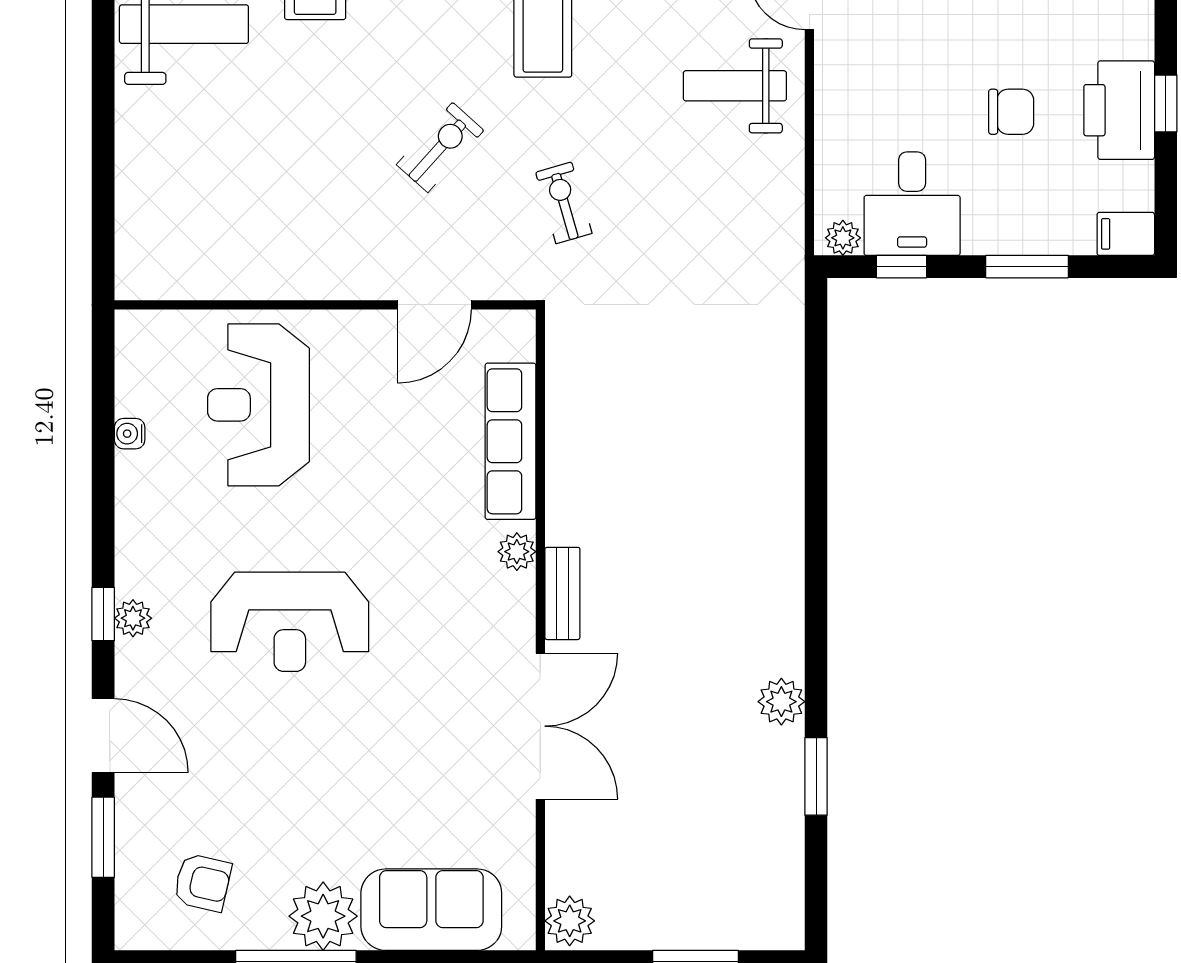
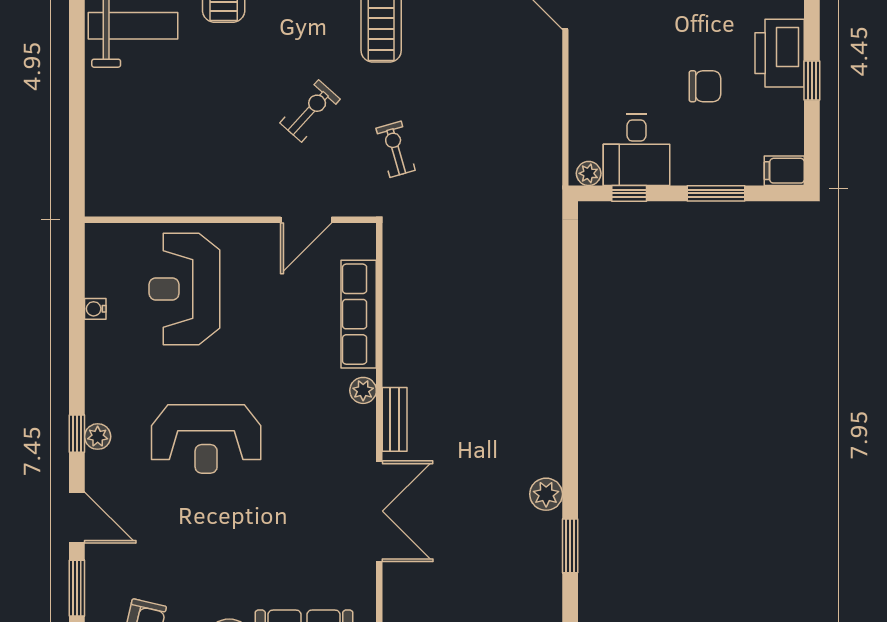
weight bench: (735, 86) -> (514, 68), removed
printer: (1119, 110) -> (780, 53), moved

